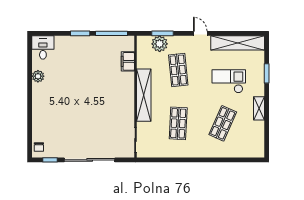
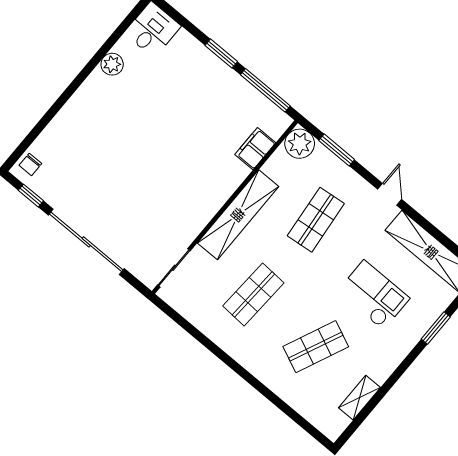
plant: (160, 44) -> (300, 144), moved
shelving: (259, 108) -> (360, 398), moved

